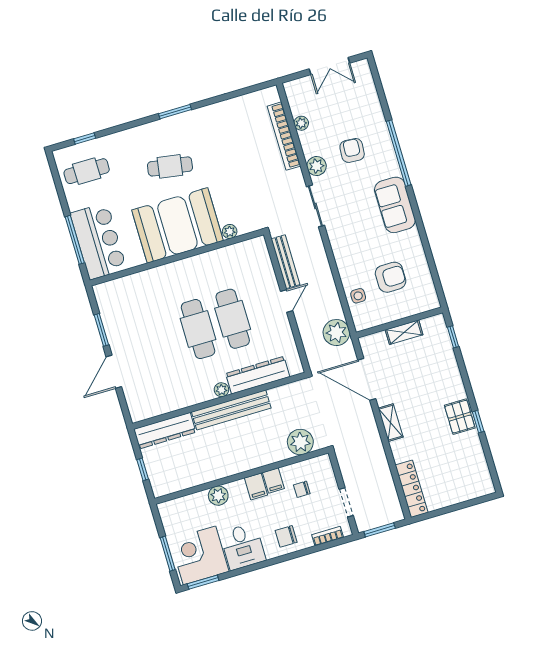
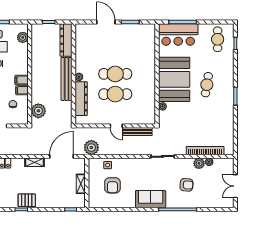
plant: (317, 166) -> (199, 163), moved
plant: (218, 496) -> (23, 37), moved

